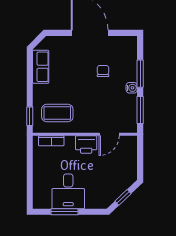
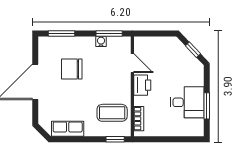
chair: (103, 71) -> (72, 69), width x1.87, depth x1.87
window: (140, 74) -> (62, 33), moved
water cooler: (132, 88) -> (101, 41), moved
coffee table: (57, 113) -> (112, 113), turned 90

